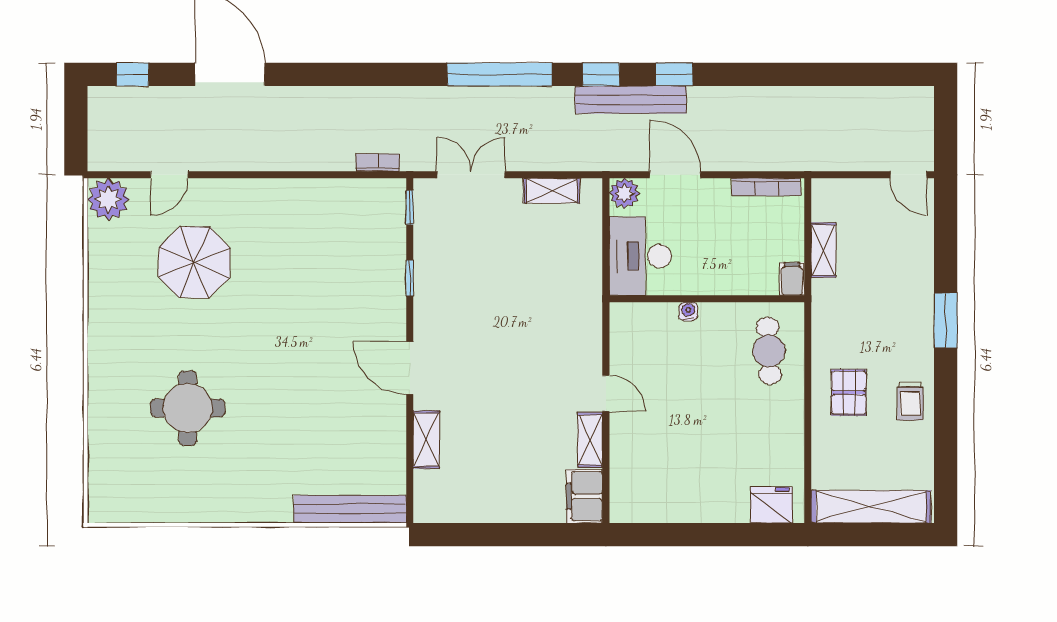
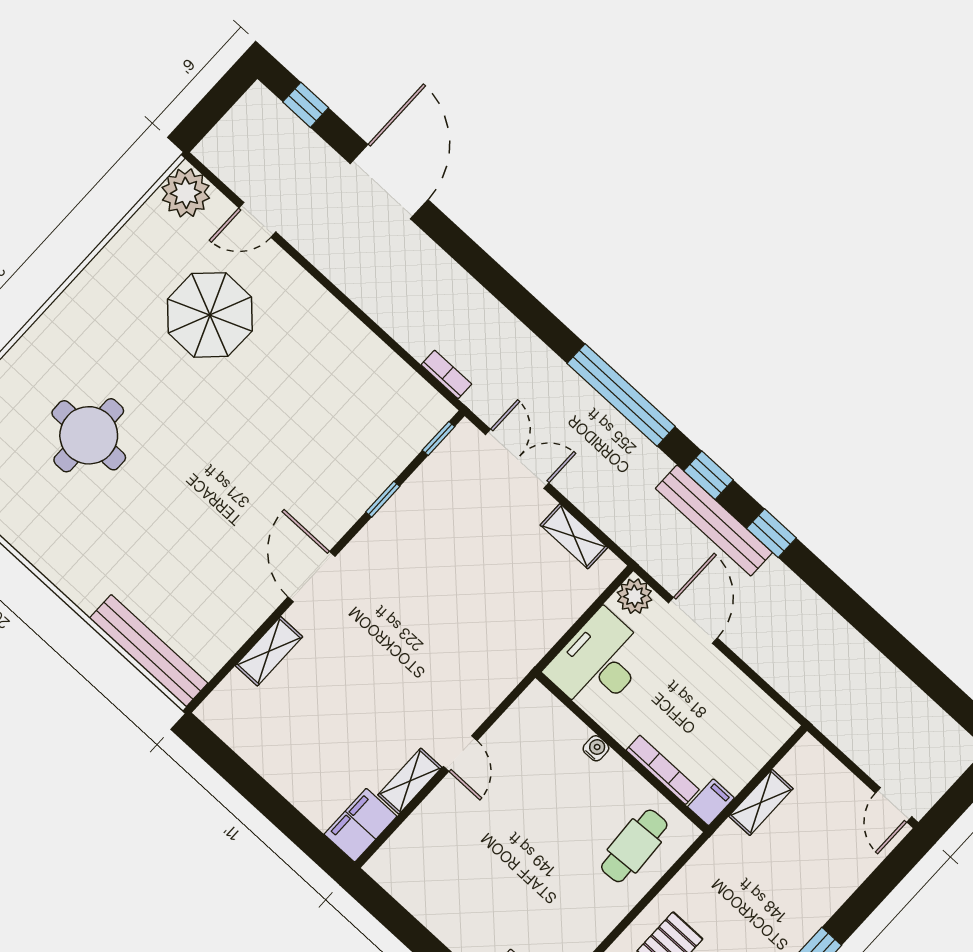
bookcase: (766, 187) -> (663, 770), moved, turned 180

